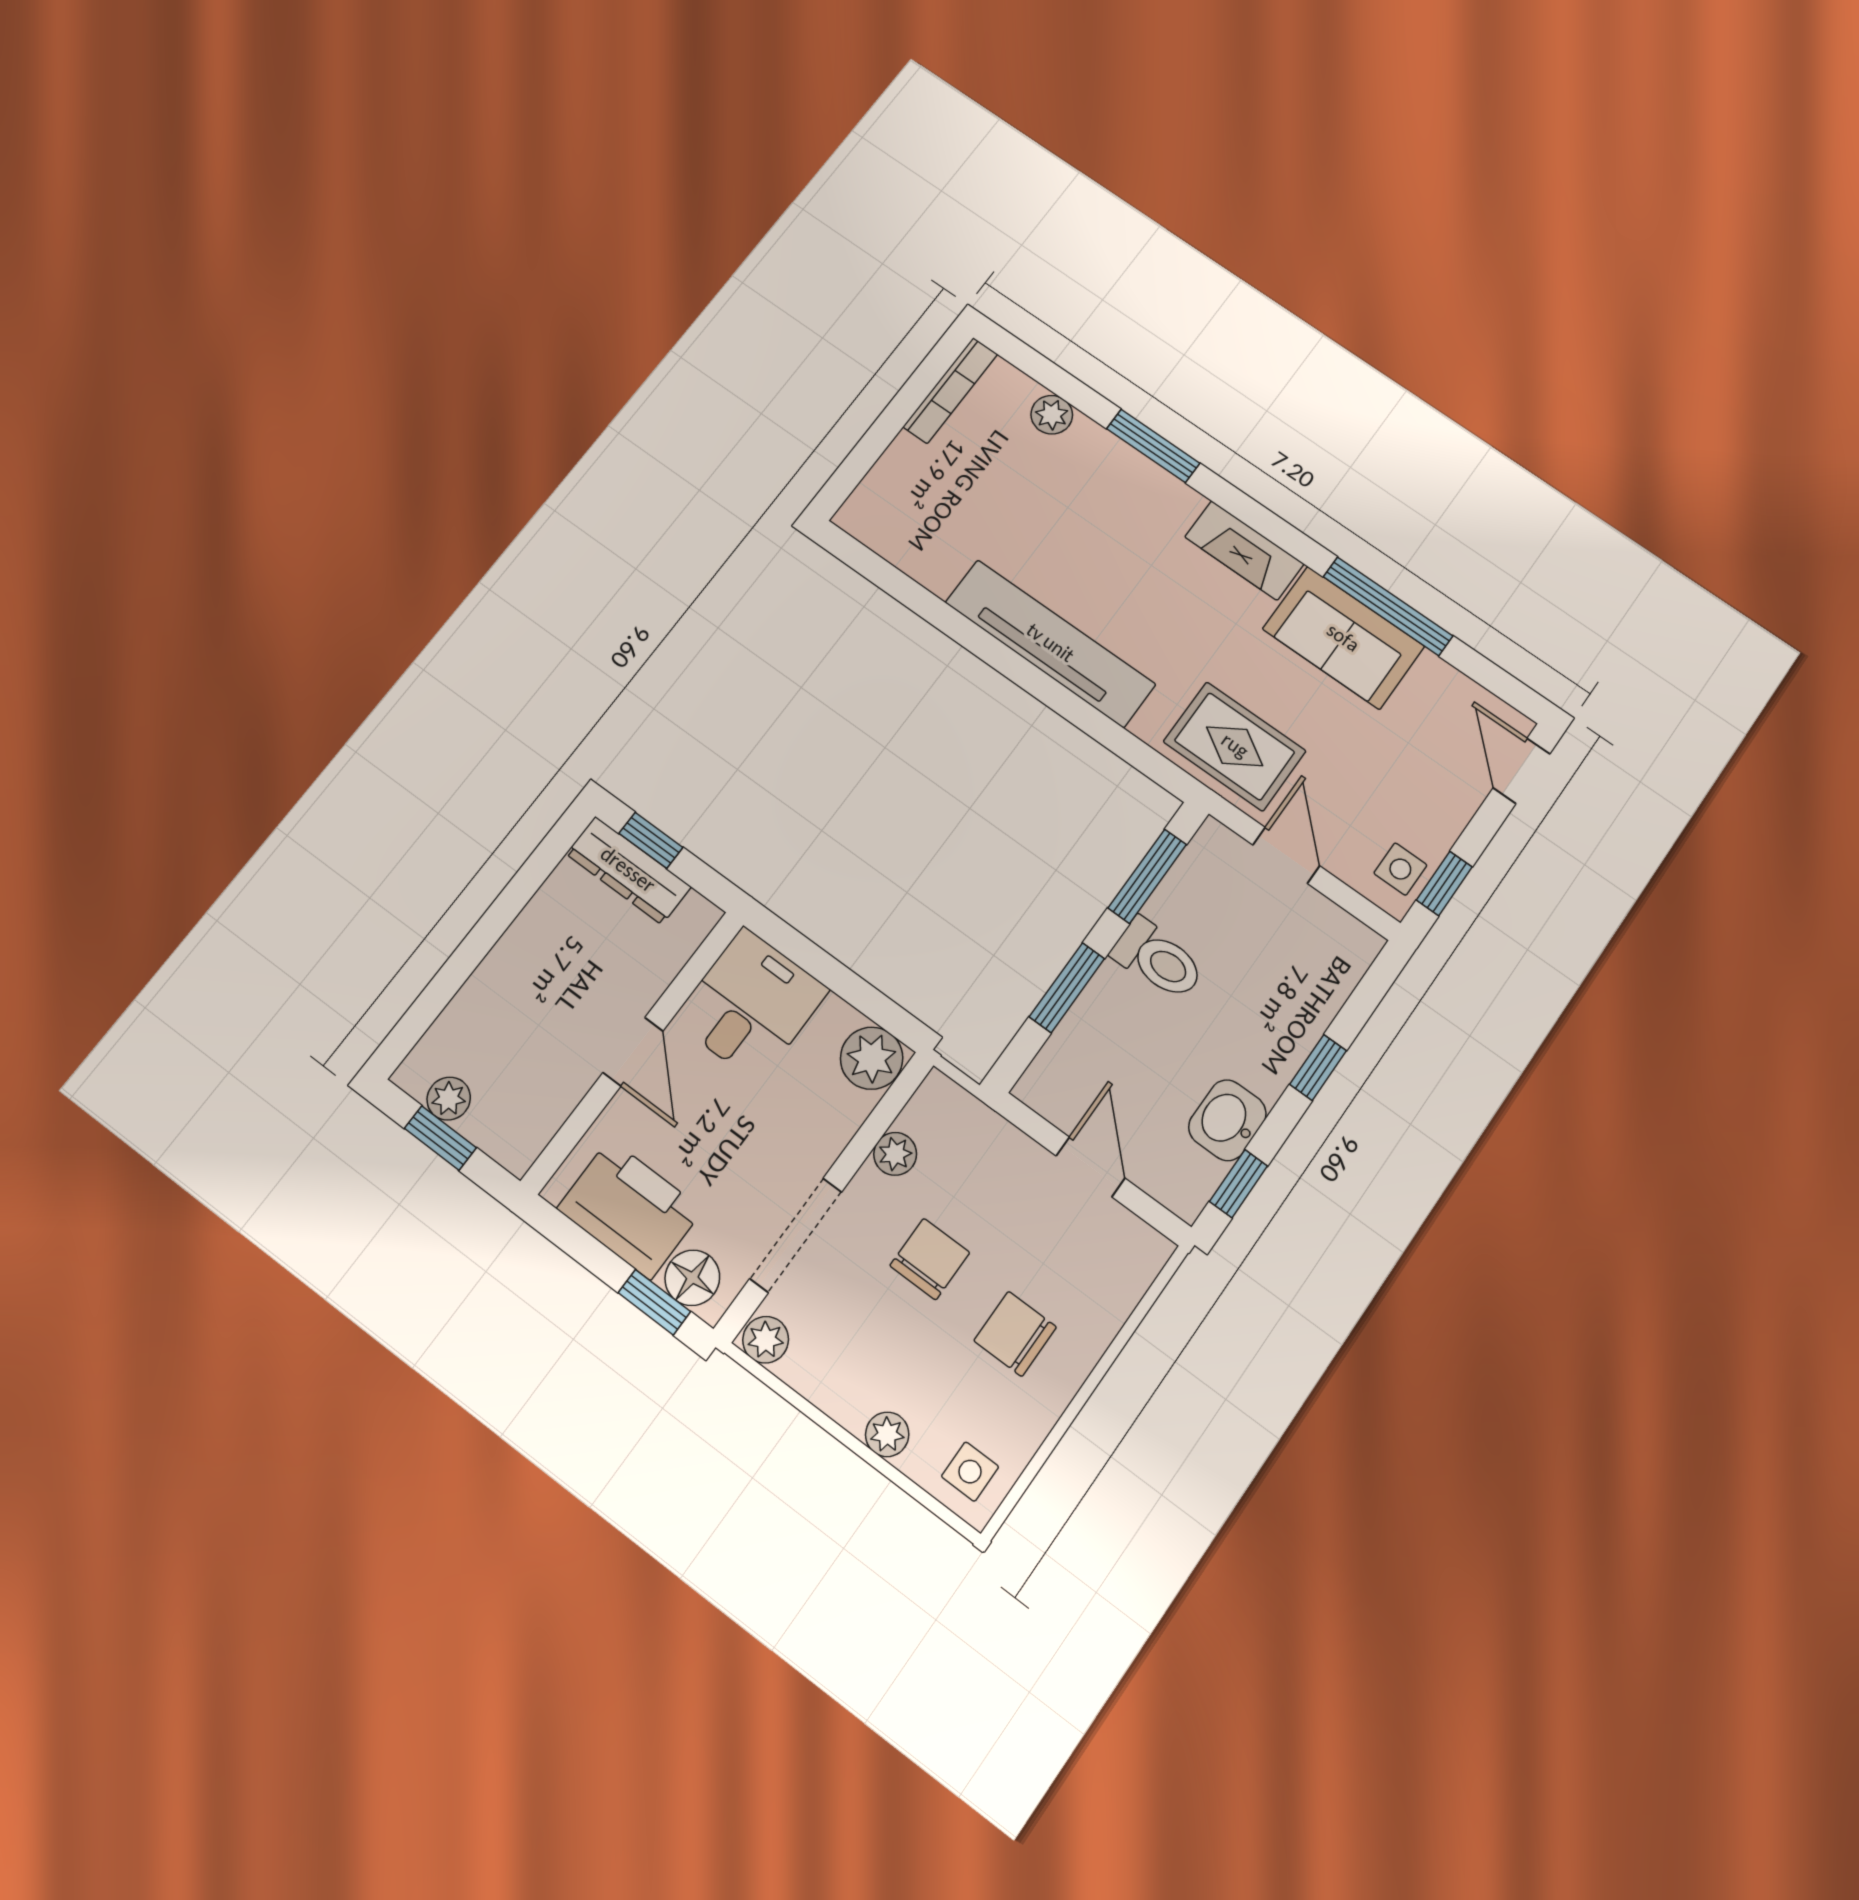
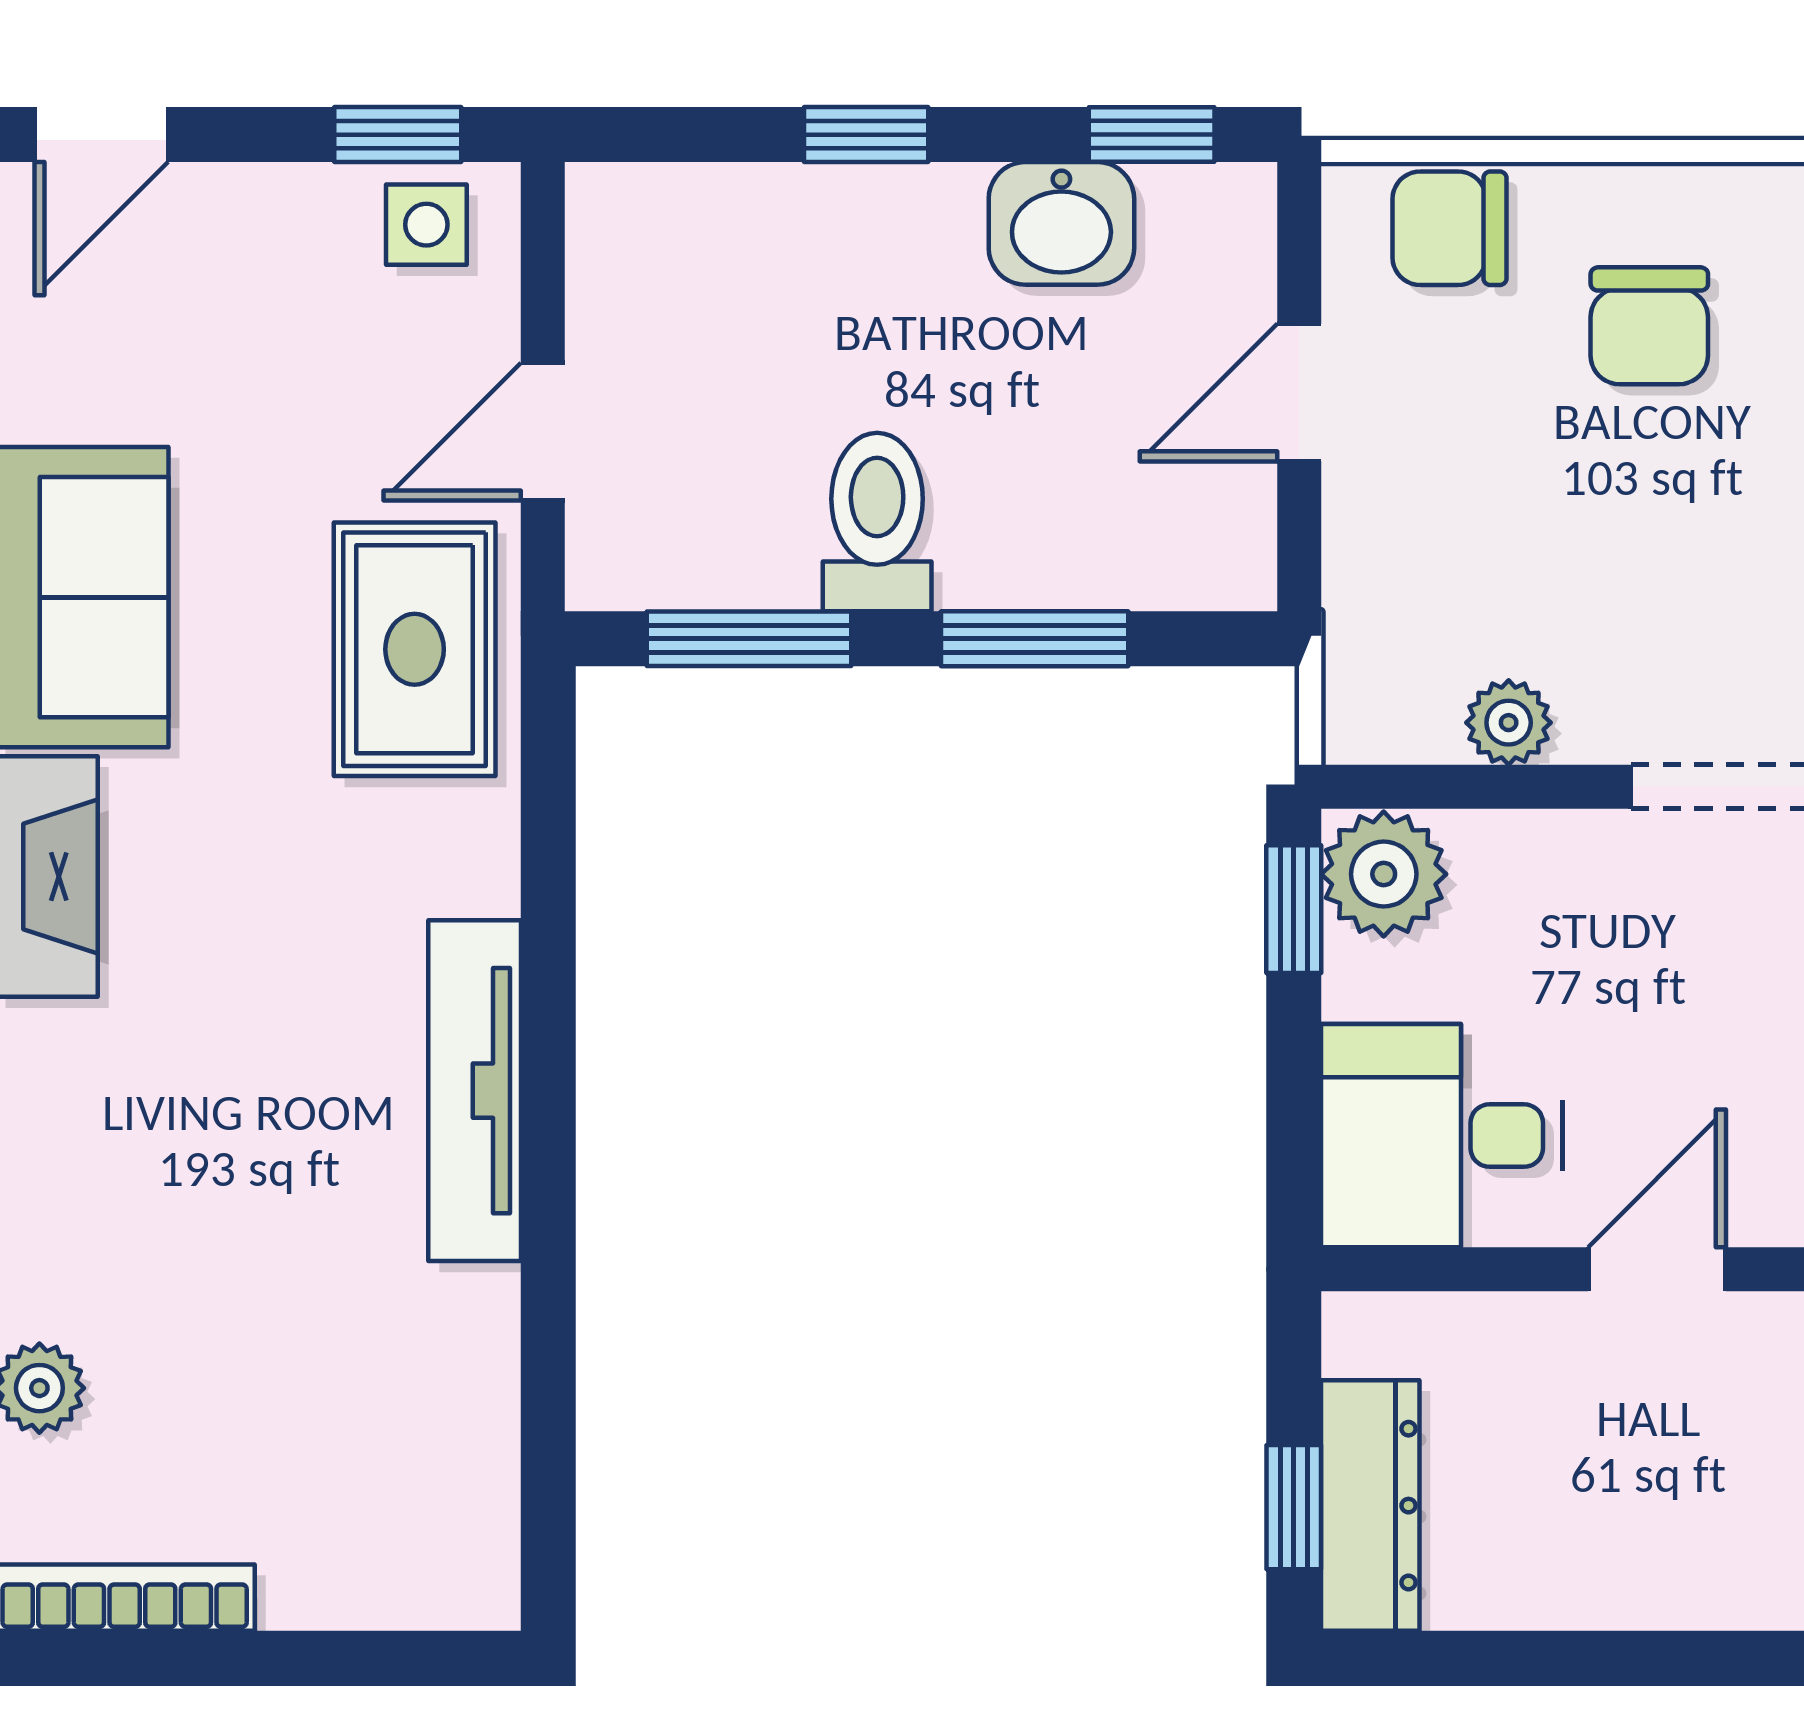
tv unit: (1050, 643) -> (475, 1091), width x0.73, depth x0.78
window: (884, 1012) -> (1294, 909), added
chair: (930, 1259) -> (1449, 228), moved

